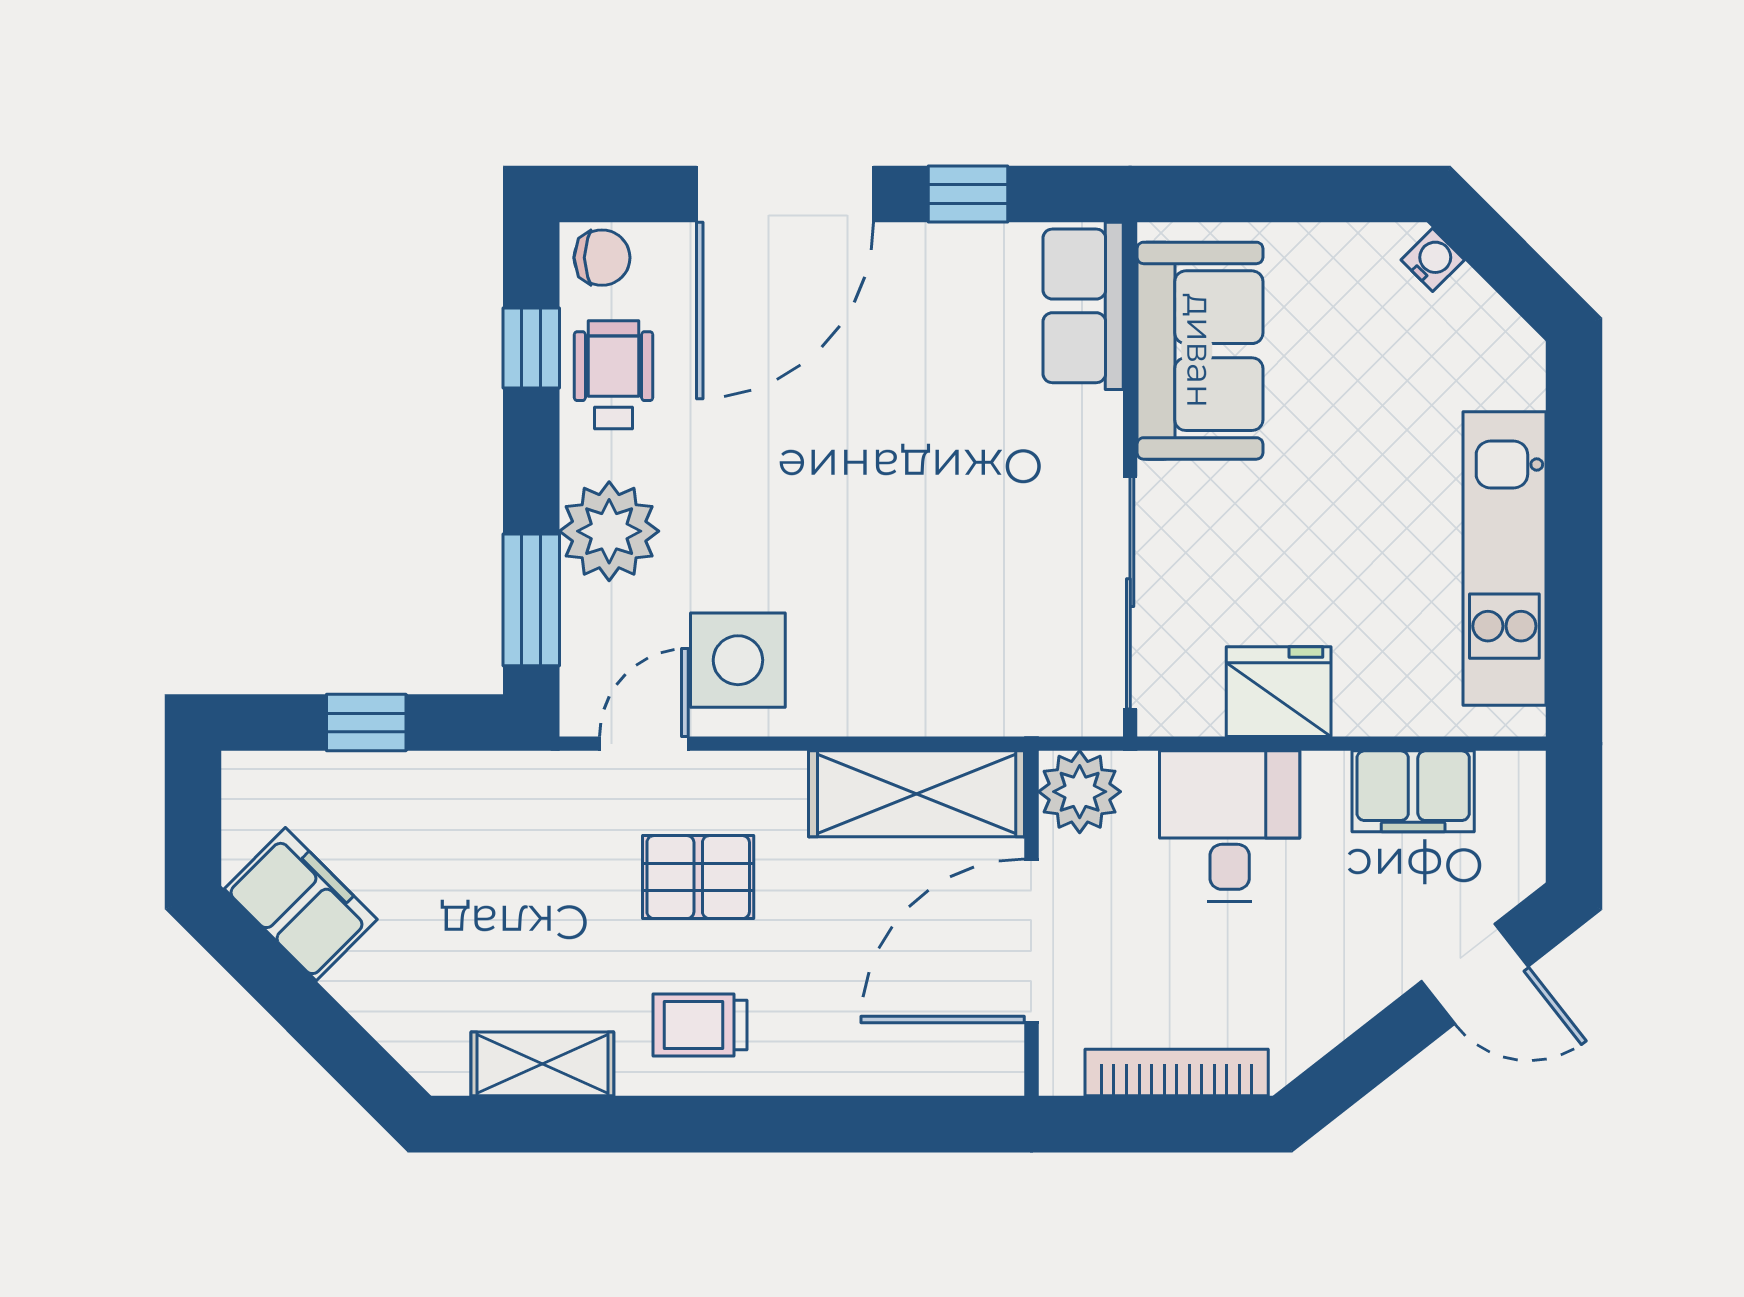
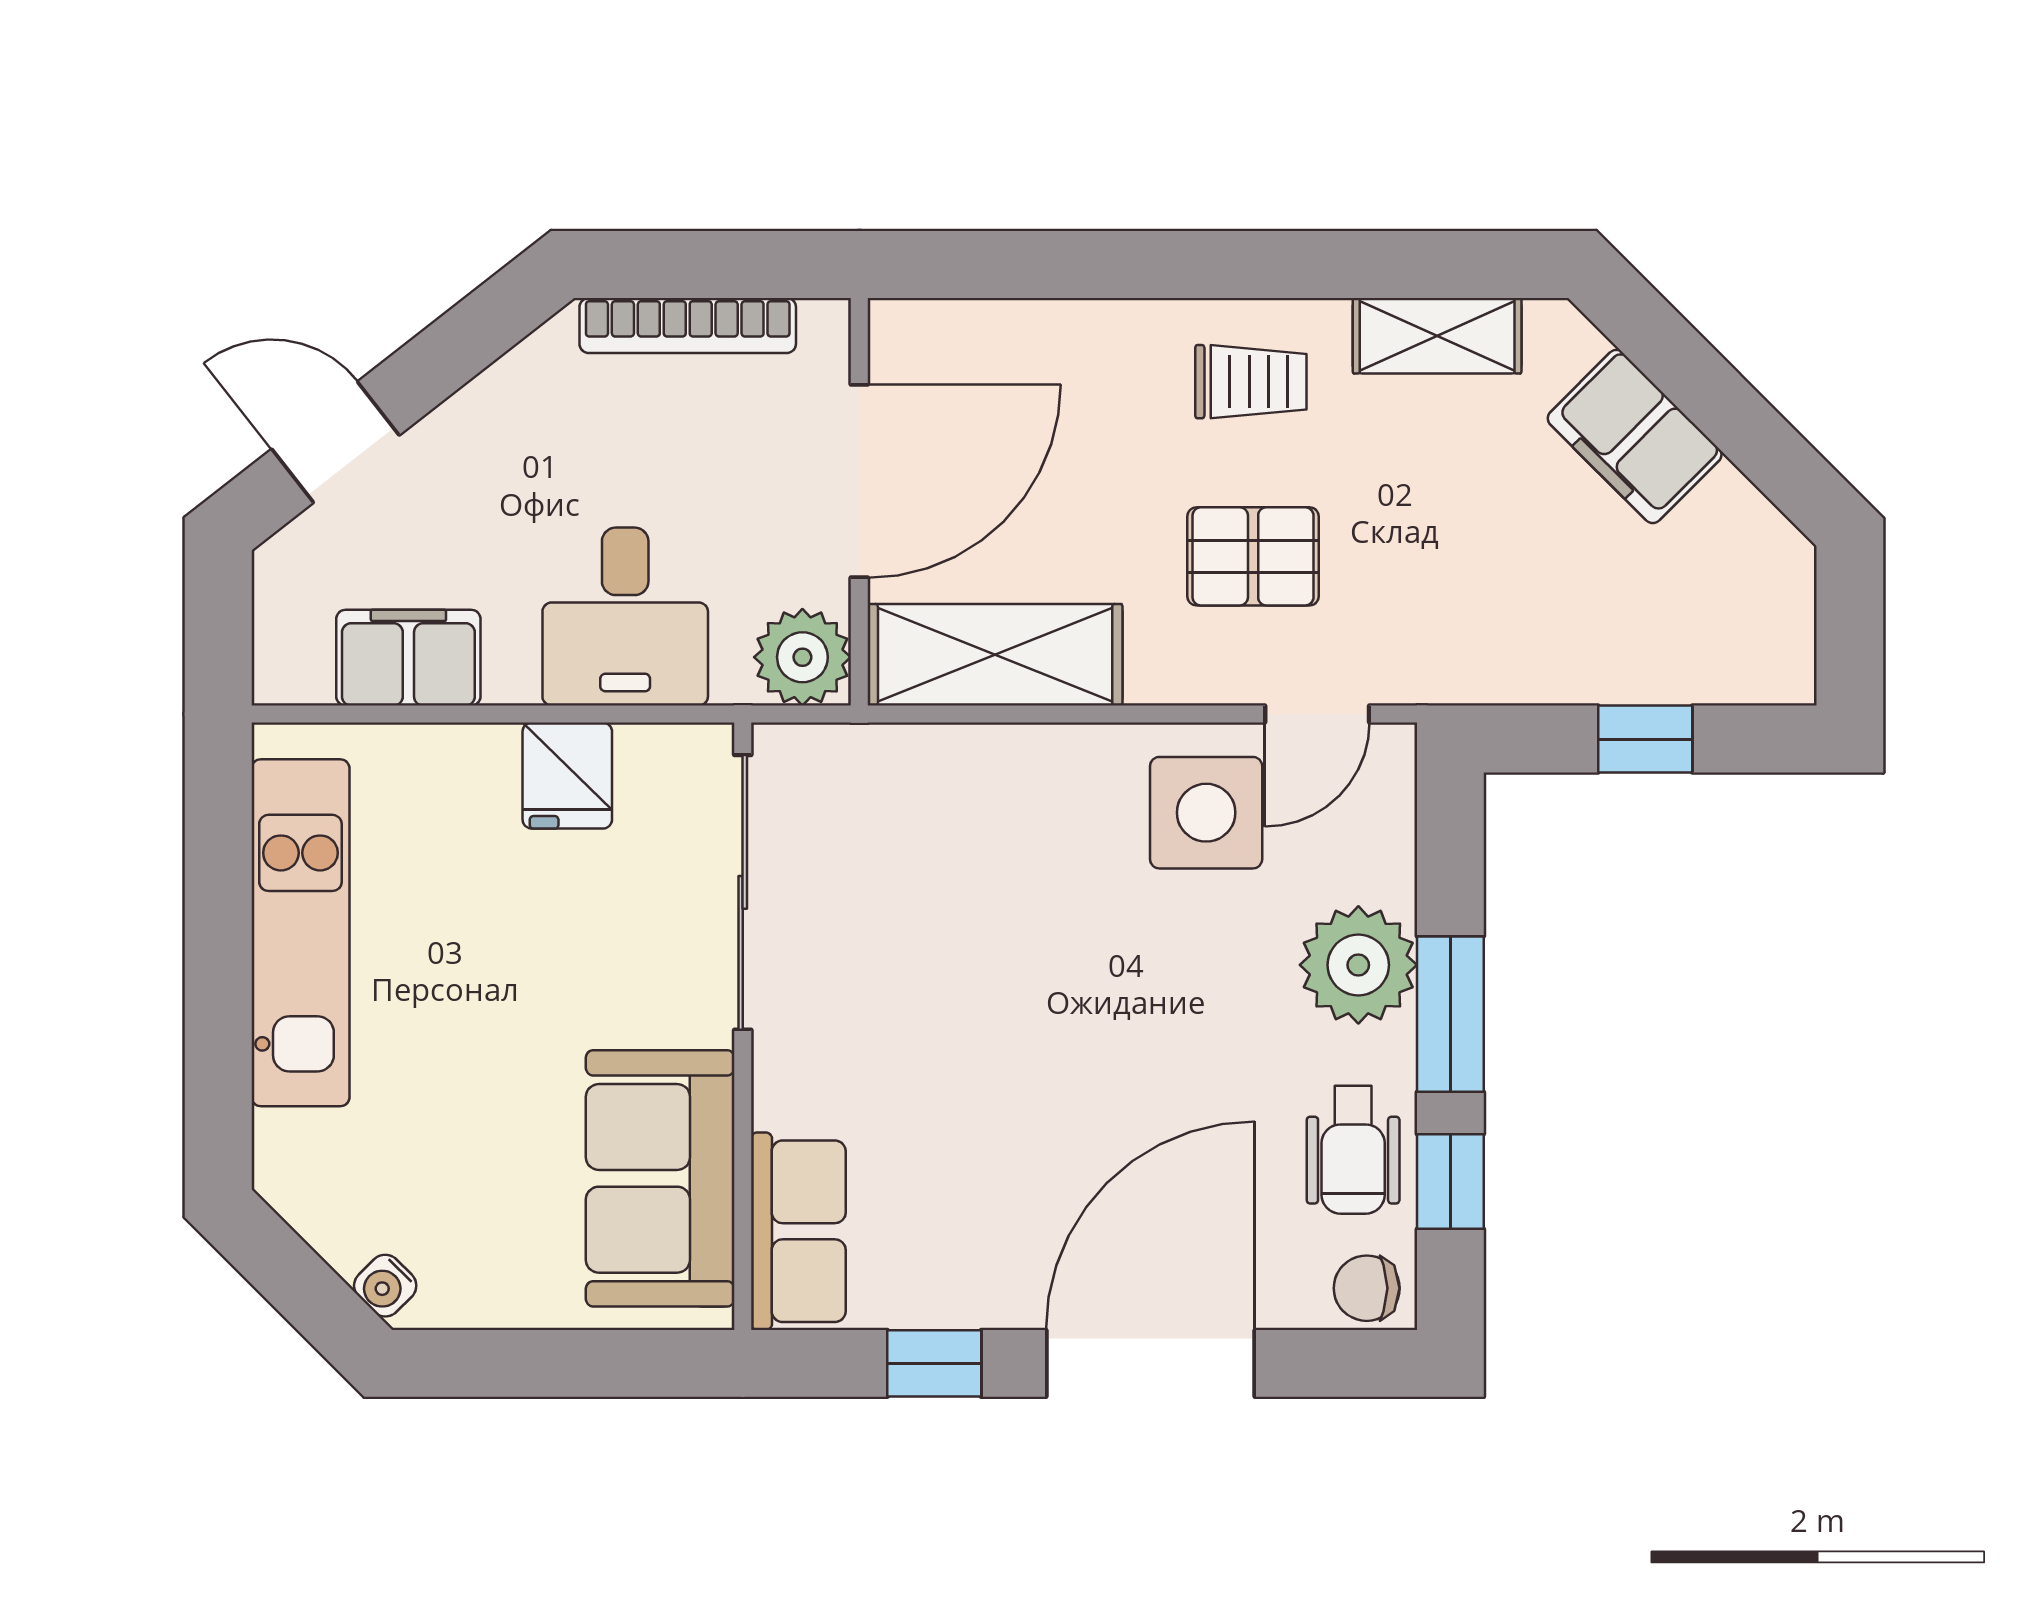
window: (531, 600) -> (1450, 1014), moved
fridge: (1279, 692) -> (567, 776), width x0.72
filing cabinet: (301, 904) -> (1635, 436), moved

